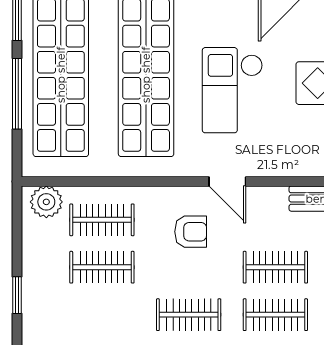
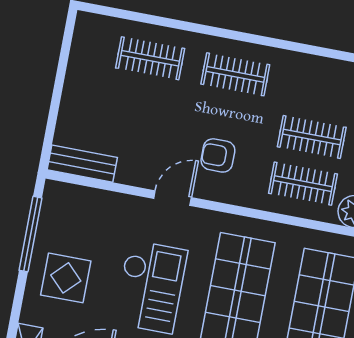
door: (227, 181) -> (173, 198), hinge flipped
clothes rail: (275, 267) -> (141, 105), removed

